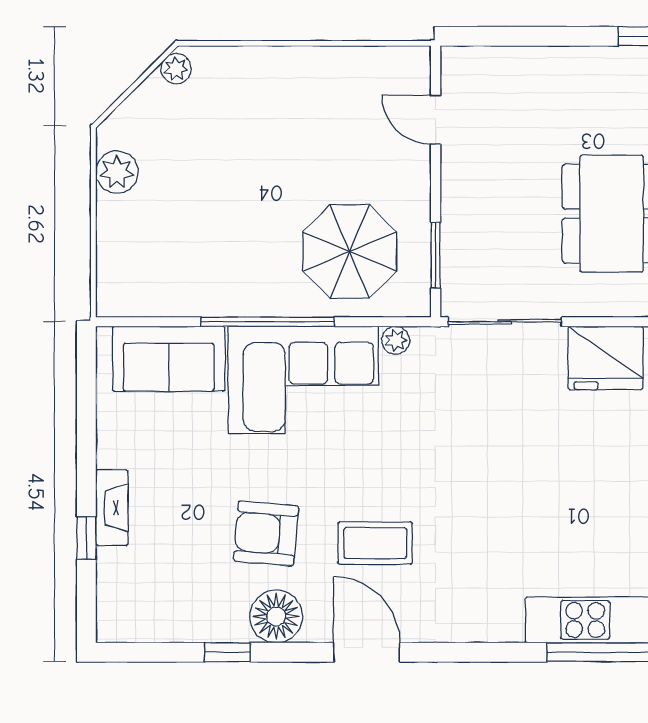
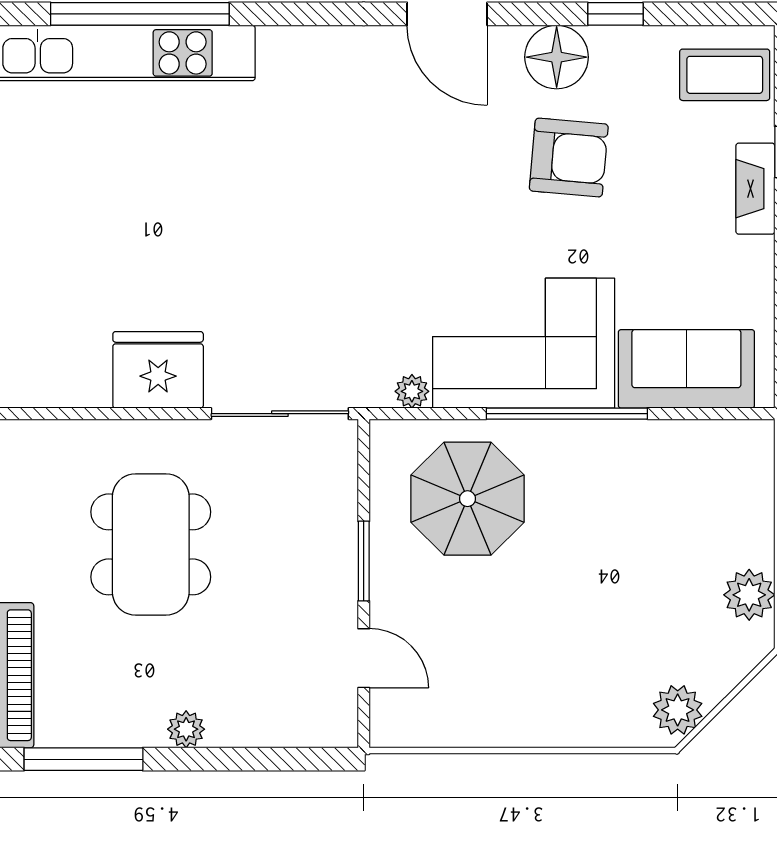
plant: (582, 61) -> (186, 729), added
plant: (176, 69) -> (678, 710), width x1.38, depth x1.38
window: (436, 255) -> (364, 561), moved
coffee table: (375, 543) -> (725, 75), moved

